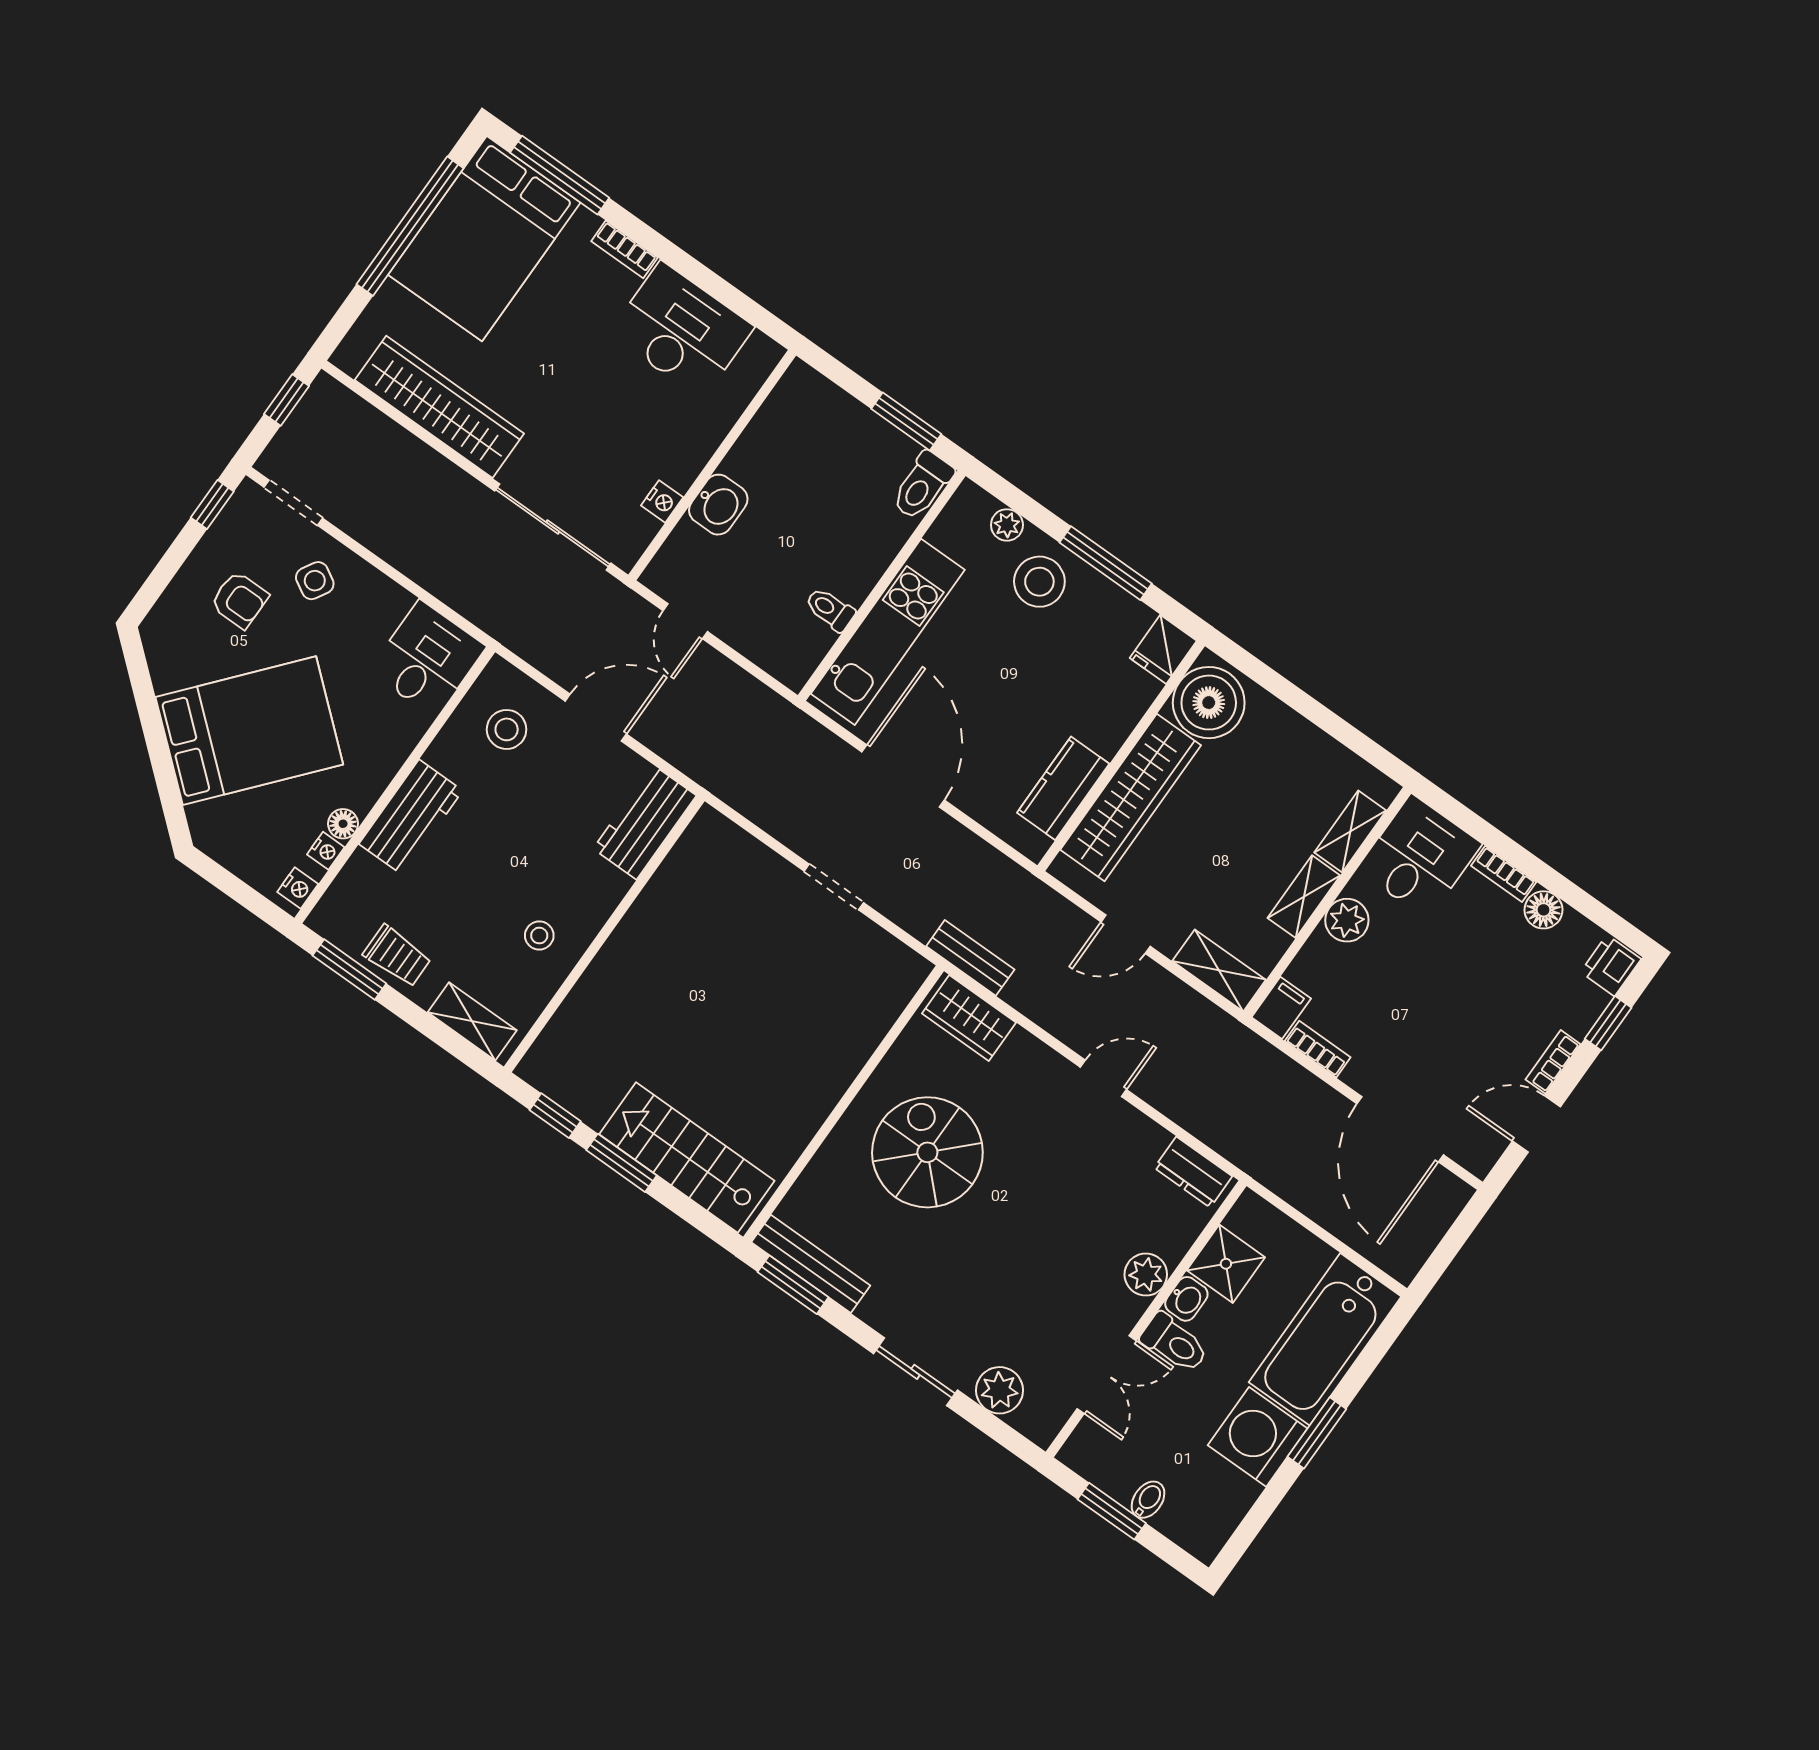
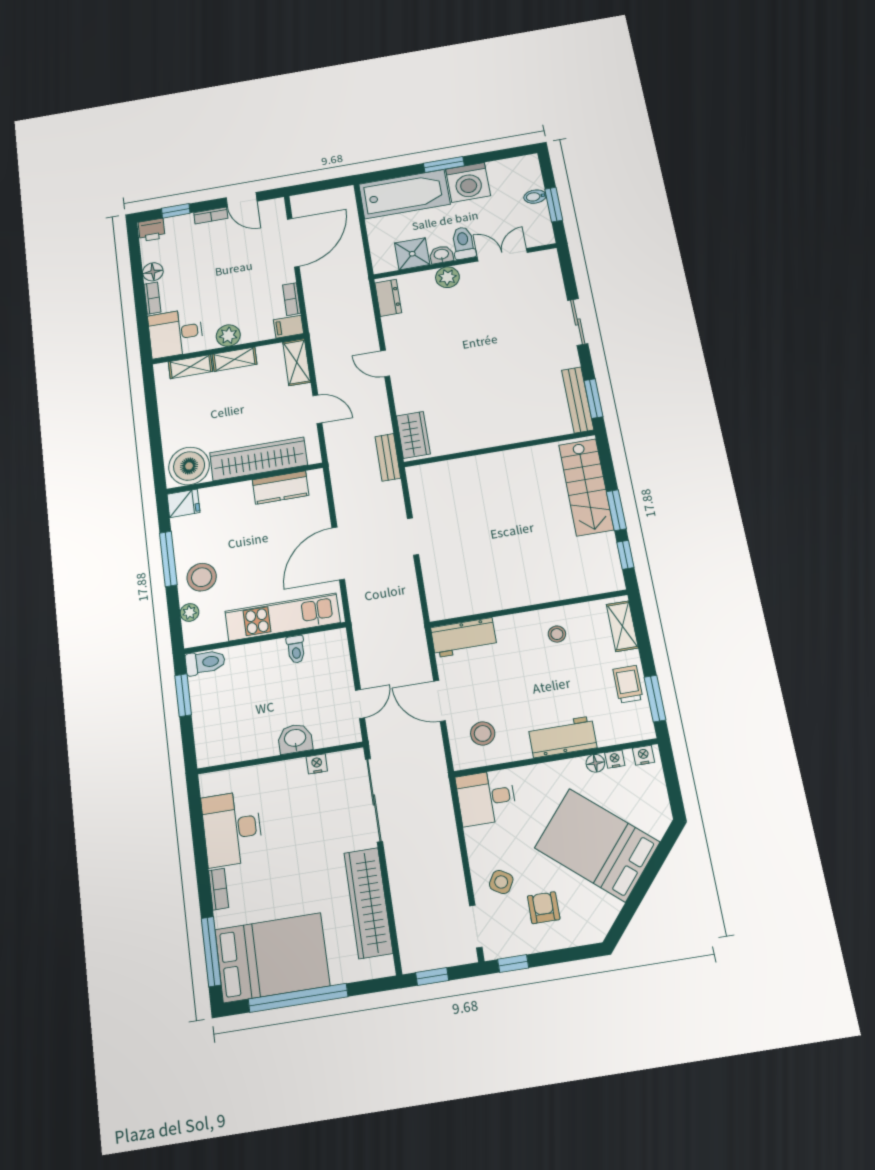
spiral stairs: (927, 1152) -> (485, 399), removed
plant: (1000, 1390) -> (551, 286), removed

